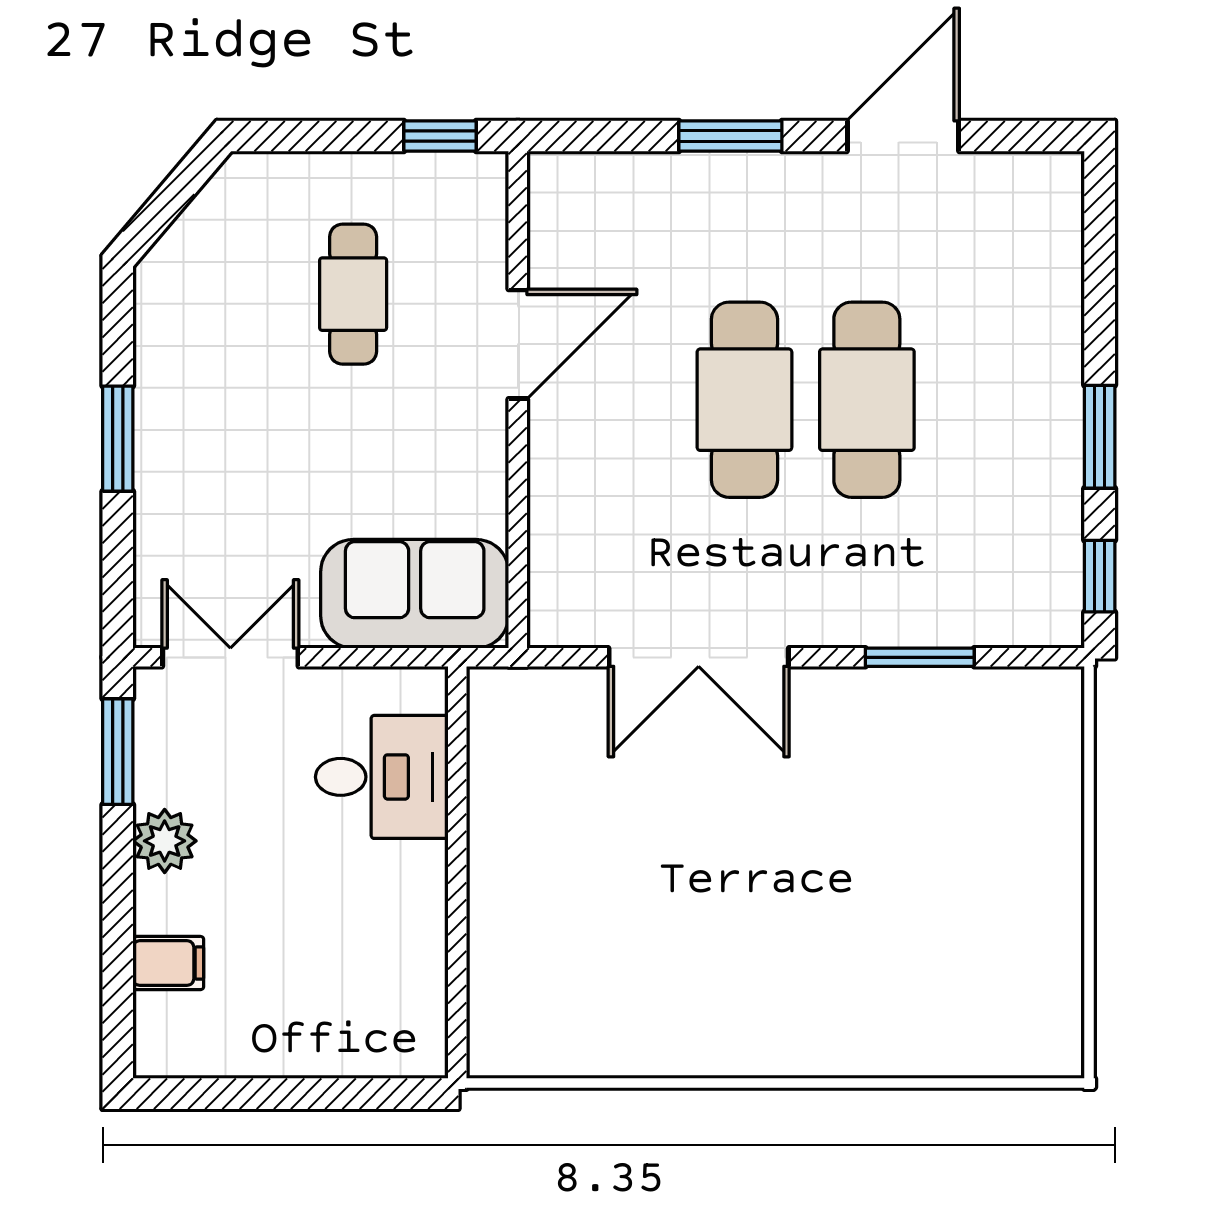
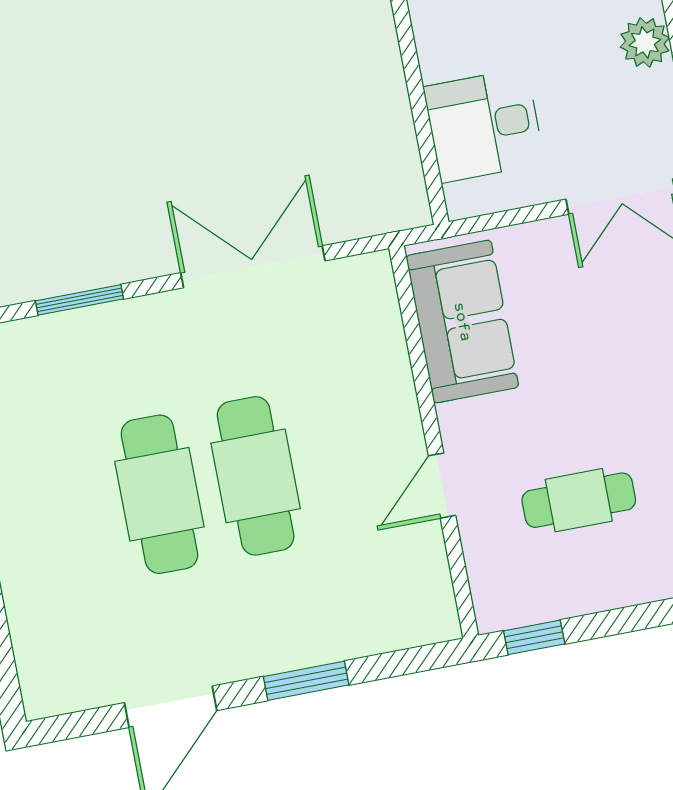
cafe table: (353, 294) -> (579, 500), turned 90
door: (518, 344) -> (442, 486), width x0.73
sofa: (415, 594) -> (462, 322), moved, turned -90

